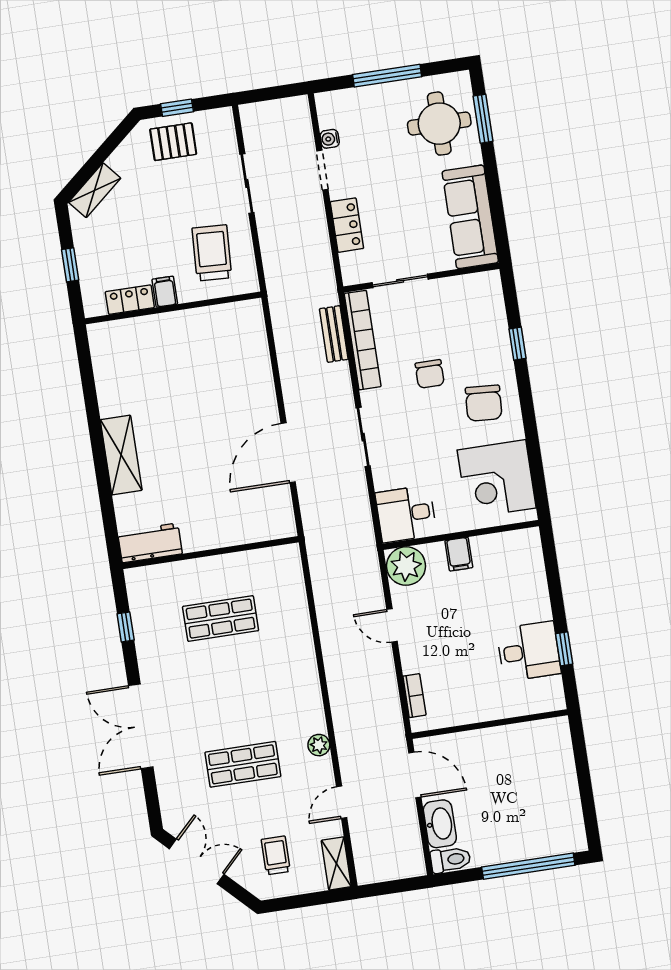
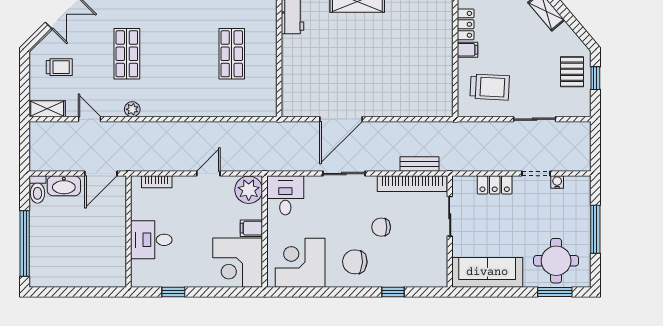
door: (288, 453) -> (341, 119), swing flipped
corner desk: (510, 566) -> (238, 263), added
desk: (529, 651) -> (151, 240), moved, turned 90

